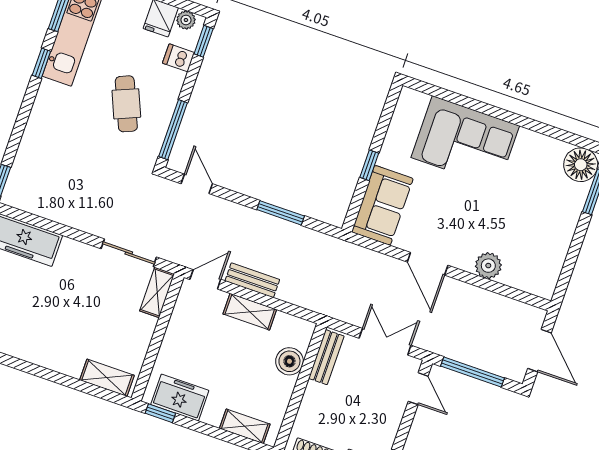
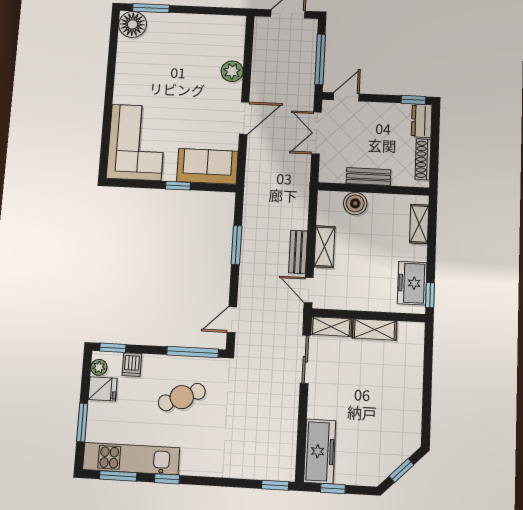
corner sofa: (465, 142) -> (136, 142), moved
bench: (326, 357) -> (368, 177), moved
shelving: (107, 378) -> (375, 329), moved, turned 90

